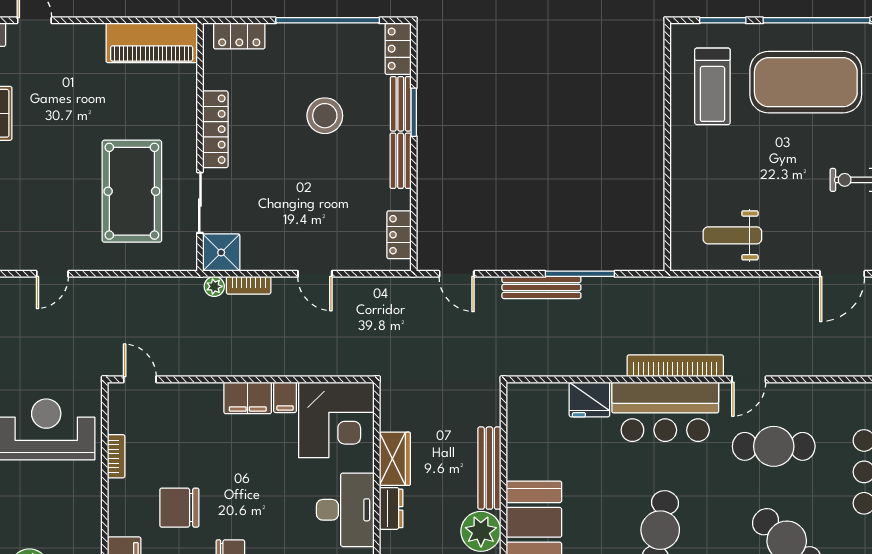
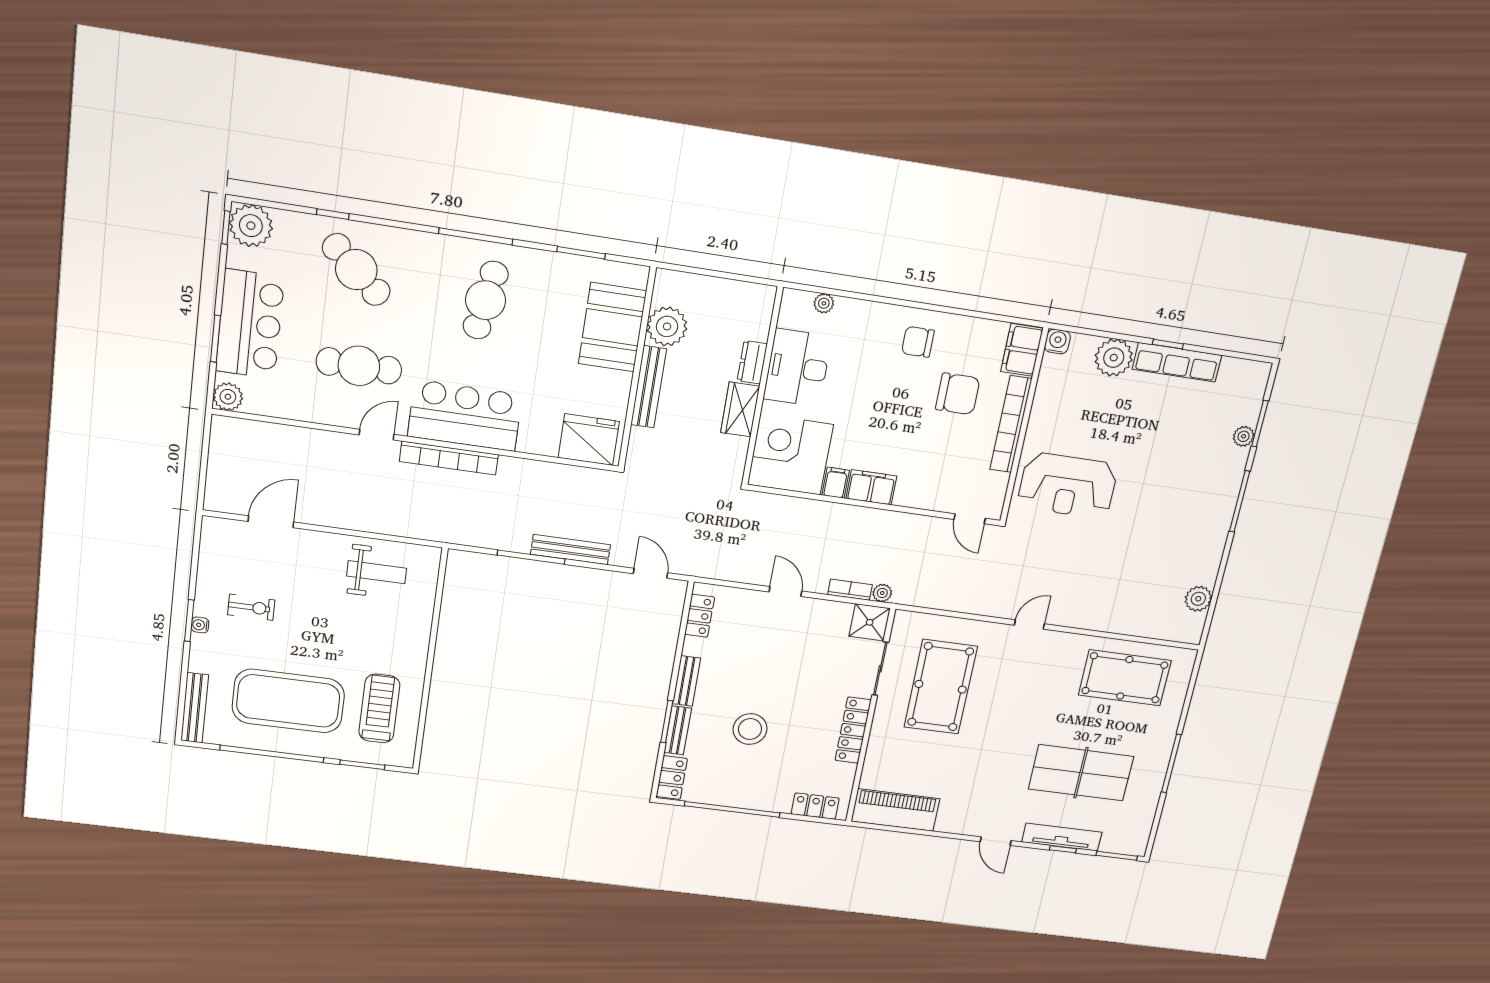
fridge: (589, 399) -> (589, 440), moved, width x1.36, depth x1.34
bookcase: (116, 456) -> (1011, 424), width x2.31, depth x1.31

